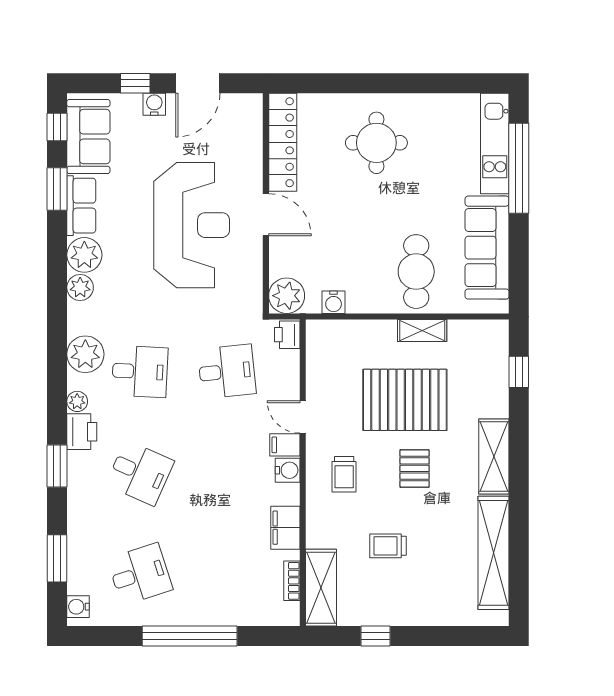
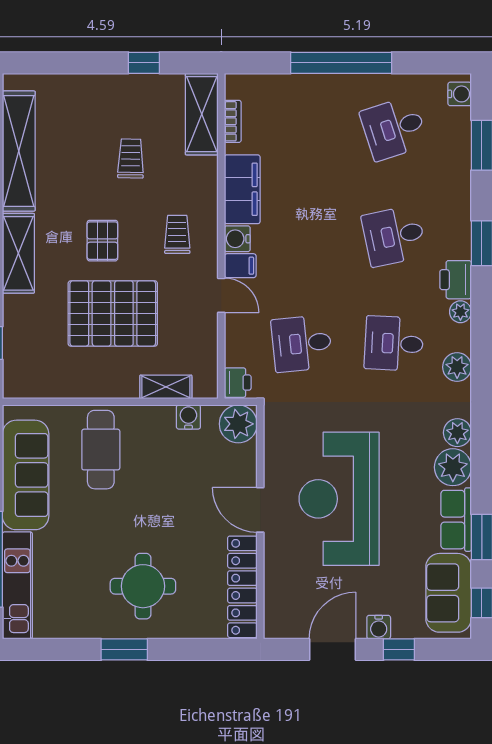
window: (394, 83) -> (124, 649), added
shelving: (422, 331) -> (166, 387), moved
plant: (85, 354) -> (457, 367), width x0.73, depth x0.73
desk: (140, 473) -> (394, 236), turned -36
filing cabinet: (285, 528) -> (242, 189), width x1.50, depth x1.17
trolley: (388, 546) -> (131, 158), turned -89

